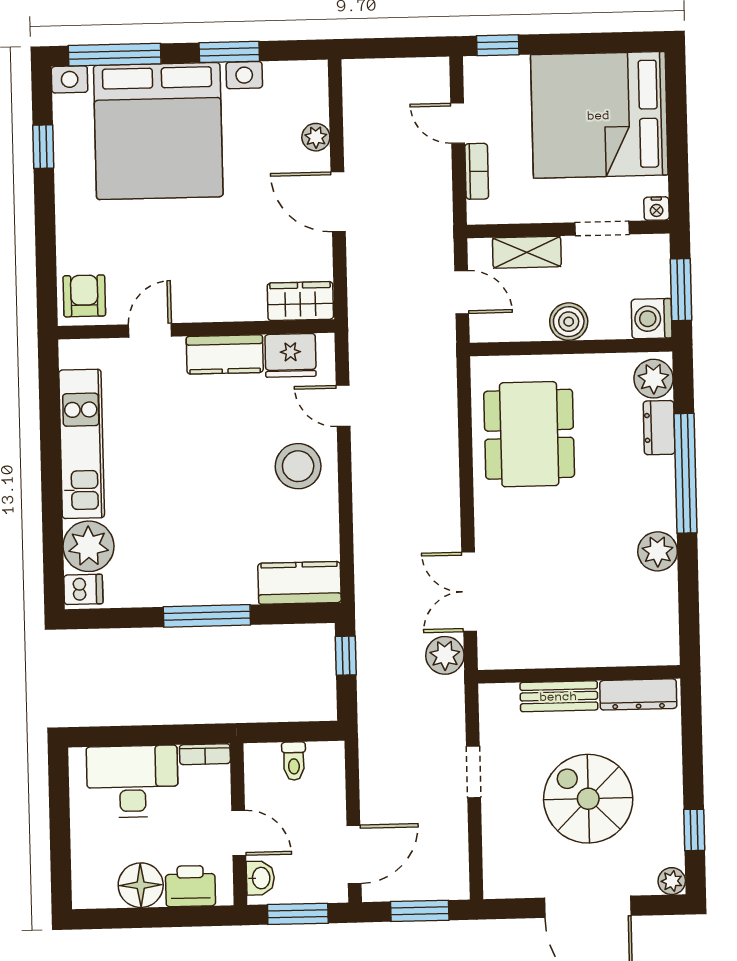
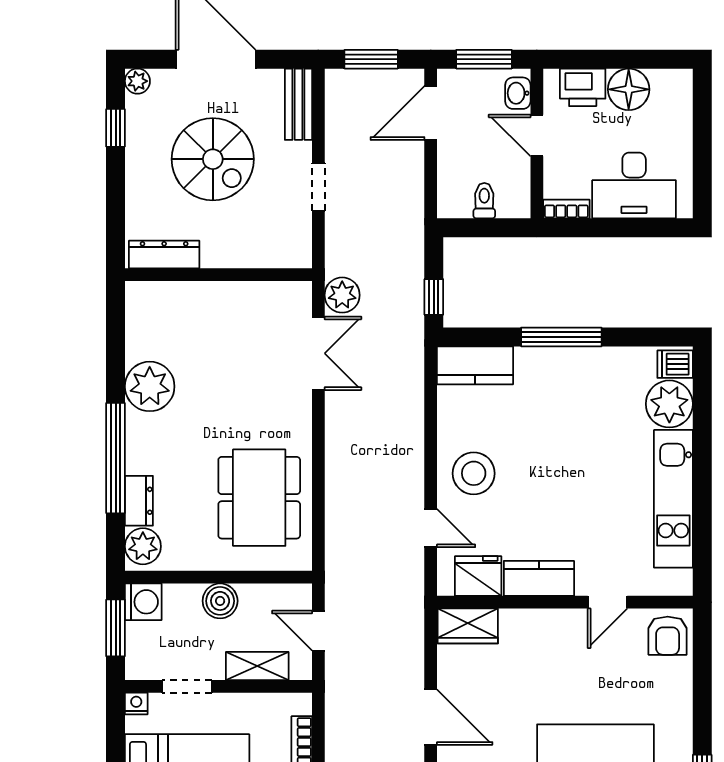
plant: (658, 551) -> (150, 386), width x1.36, depth x1.36
bench: (559, 696) -> (298, 104), moved, turned 90

